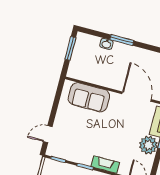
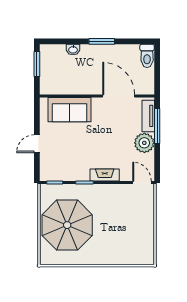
window: (122, 40) -> (102, 41), moved
door: (48, 134) -> (37, 144), moved

